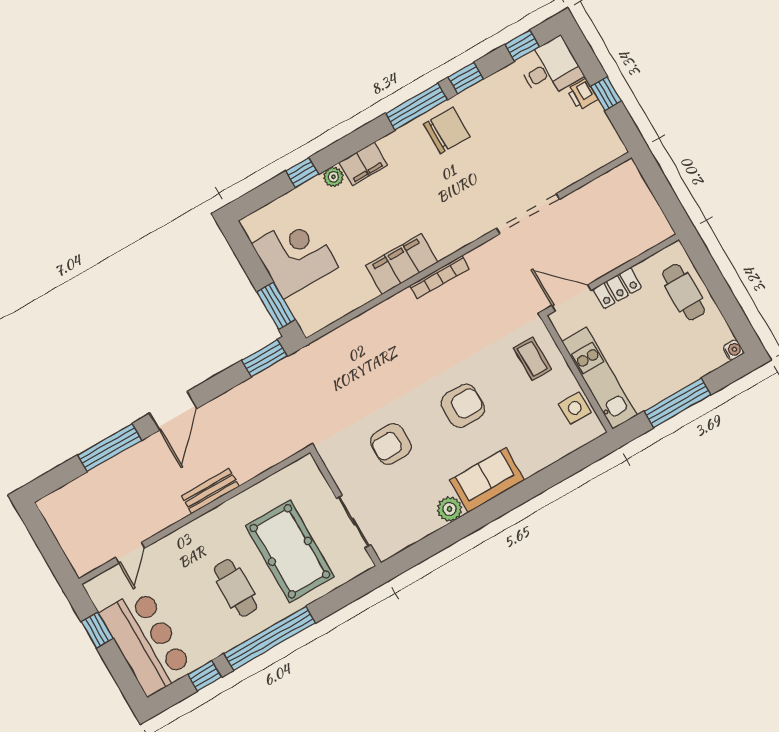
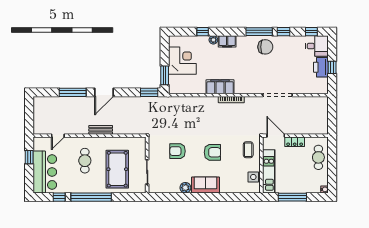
printer: (582, 94) -> (321, 67), width x1.87, depth x1.48
cafe table: (236, 588) -> (85, 161), moved

